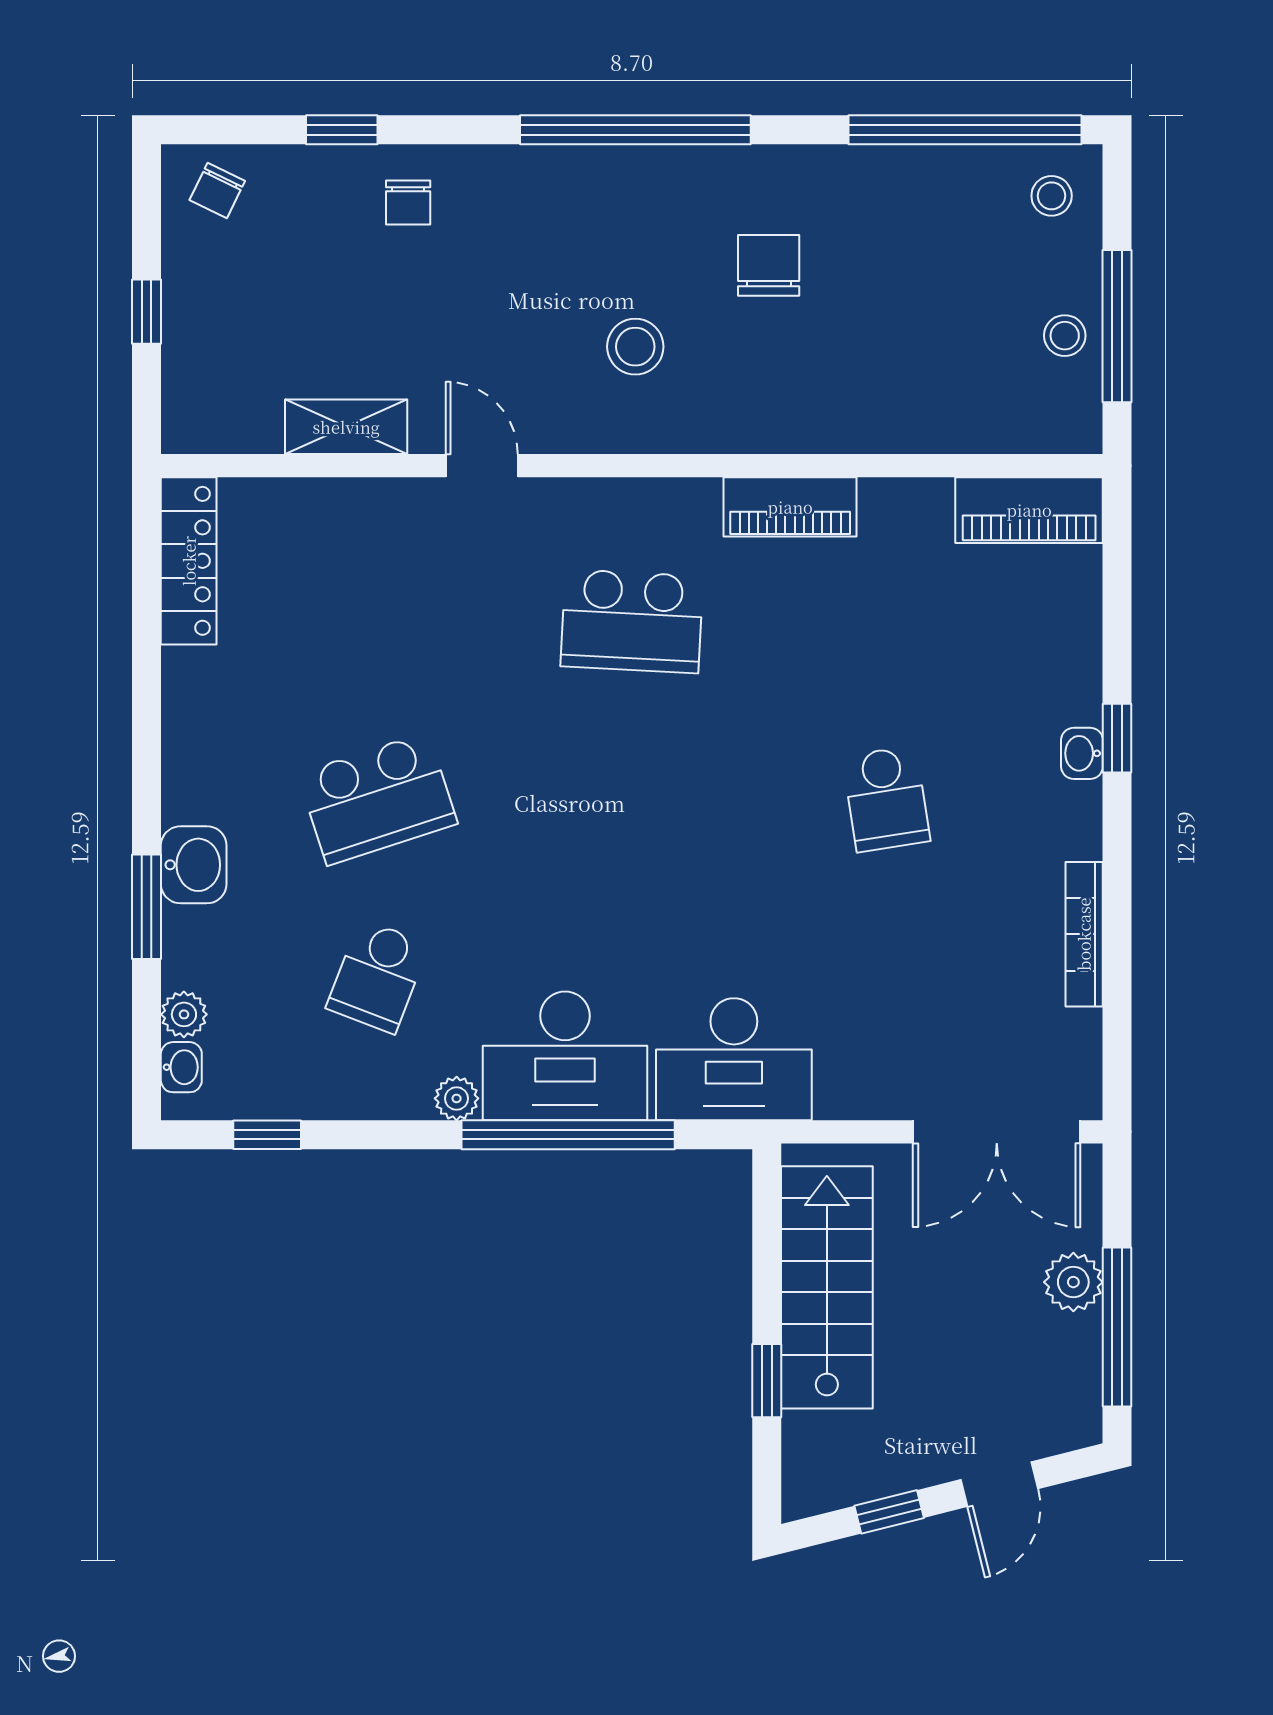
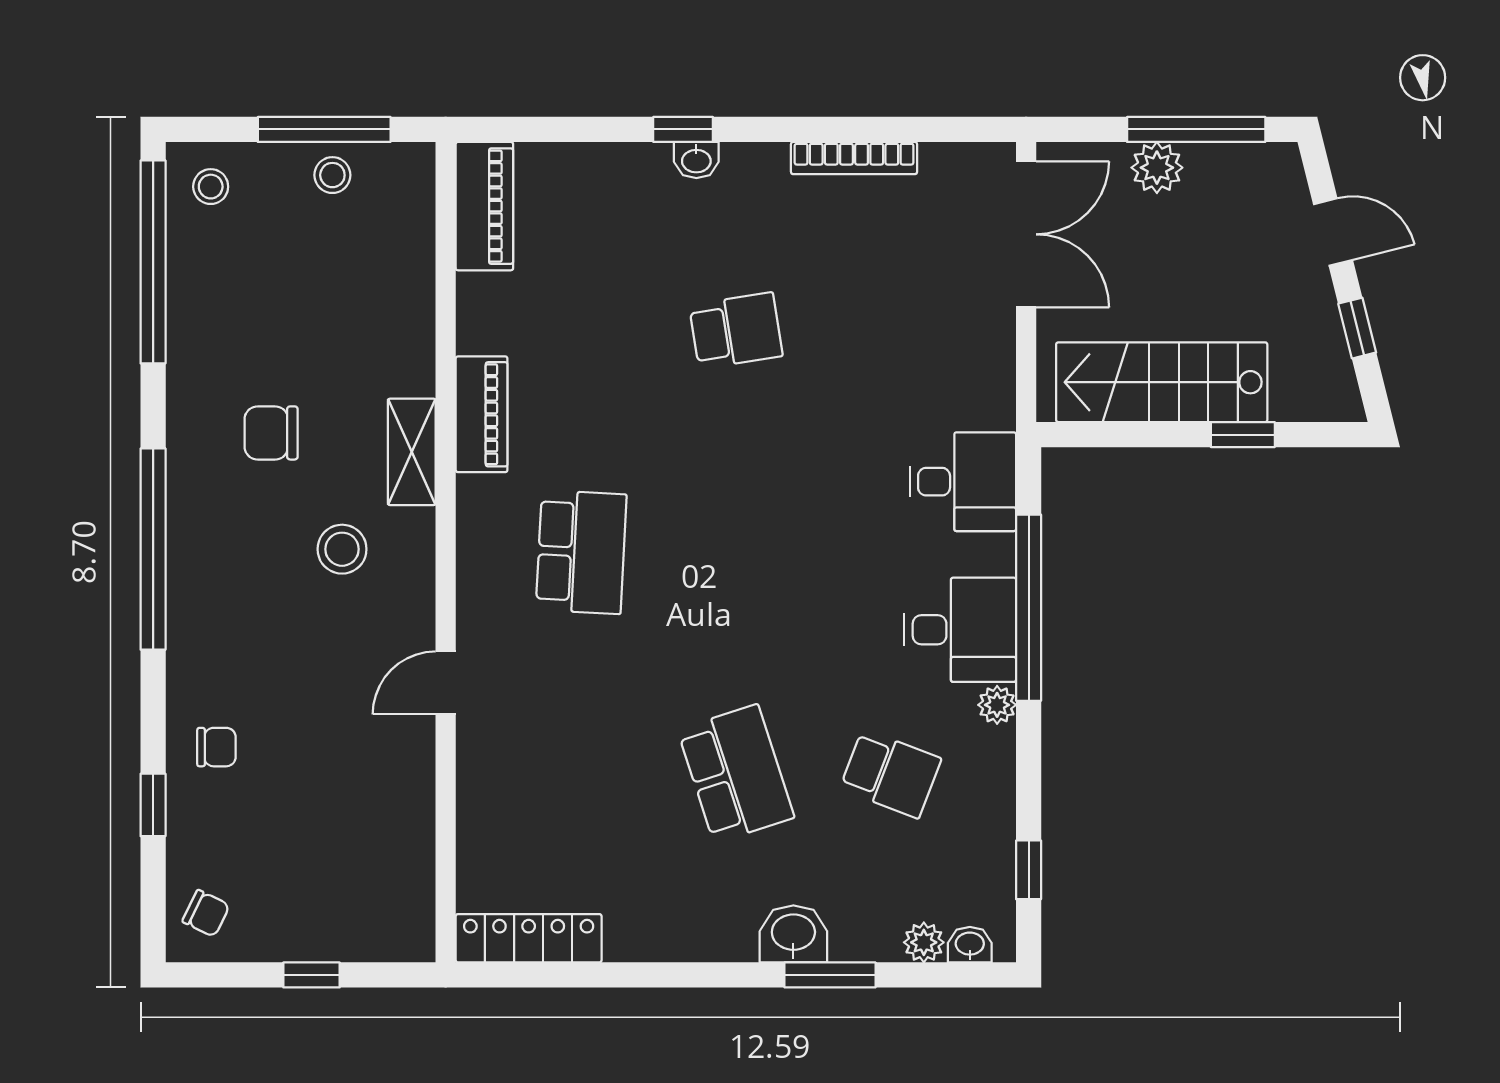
shelving: (346, 427) -> (412, 452), moved
desk: (565, 1056) -> (960, 630), width x0.73
desk: (734, 1059) -> (963, 482), width x0.73

